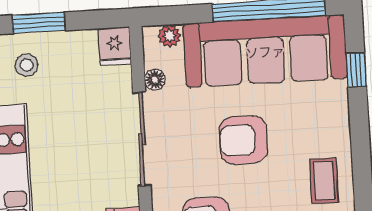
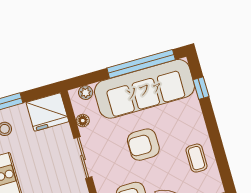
fridge: (115, 46) -> (47, 112), width x1.88, depth x1.34
sliding door: (142, 139) -> (83, 158), width x0.73

